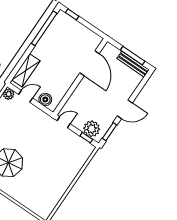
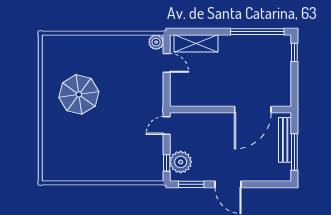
bench: (133, 64) -> (285, 140), moved
boiler: (45, 99) -> (178, 87), removed
door: (64, 122) -> (167, 126), swing flipped

